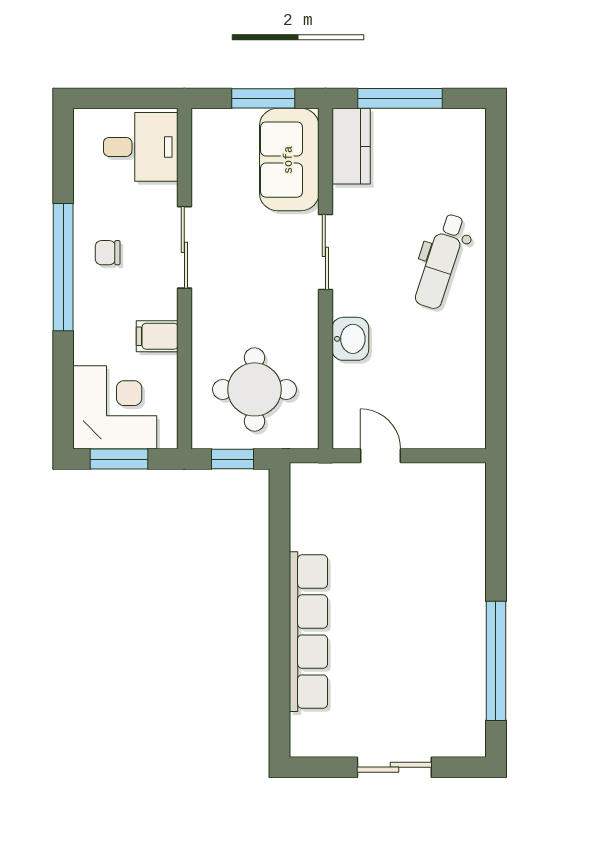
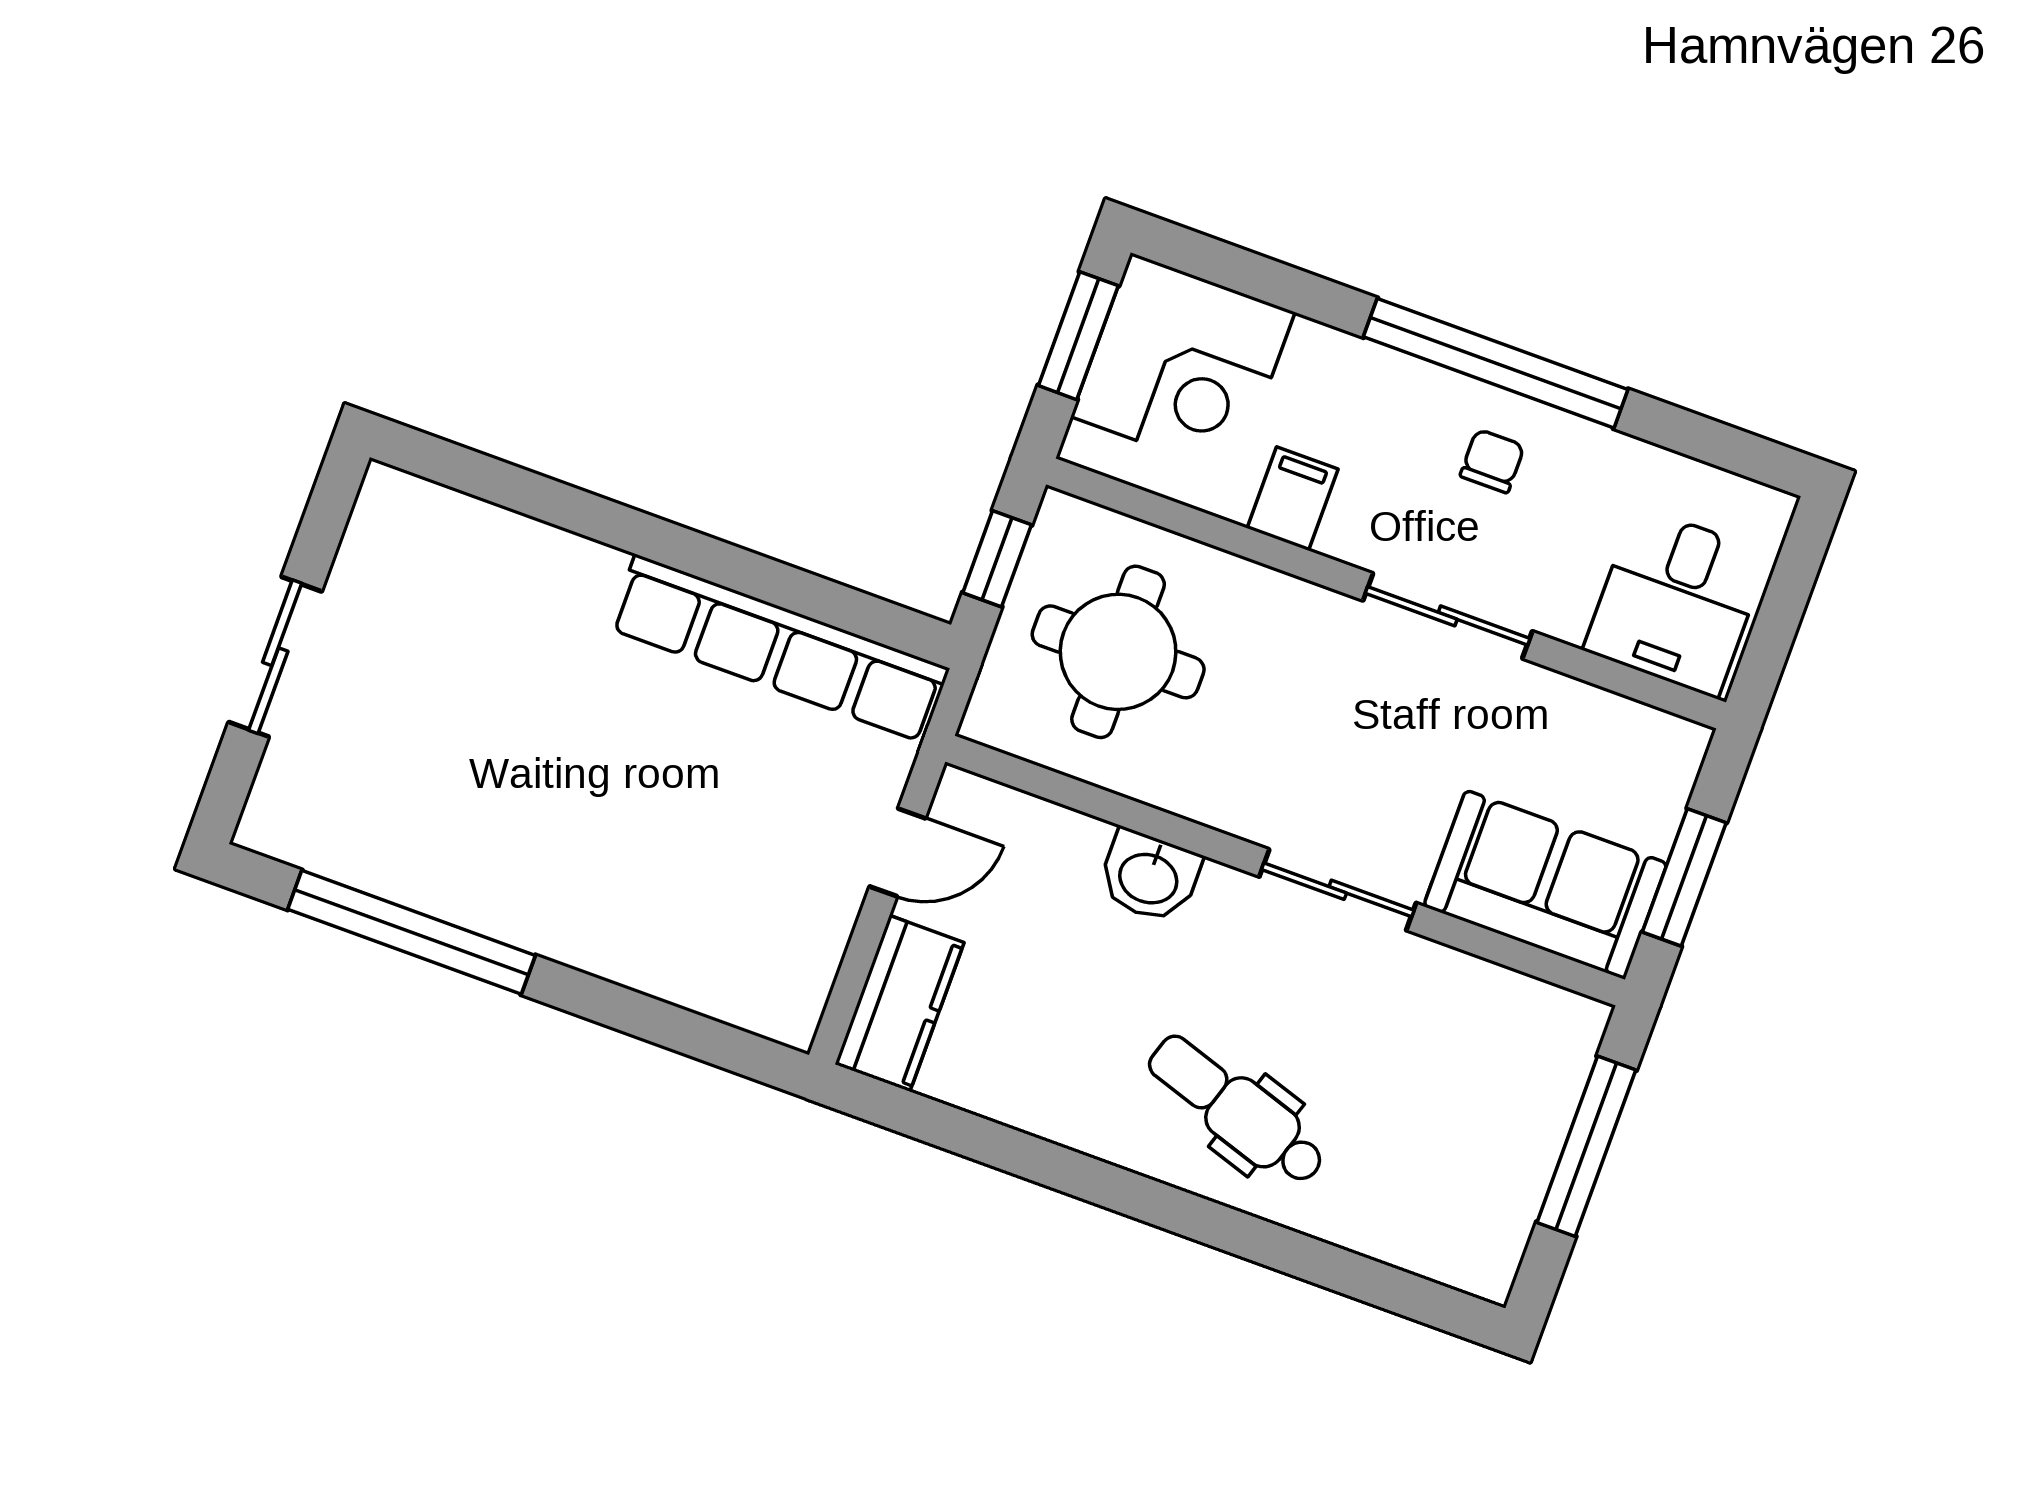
kitchen counter: (351, 146) -> (899, 1003), moved, turned -90
row of seats: (308, 632) -> (779, 648), moved

